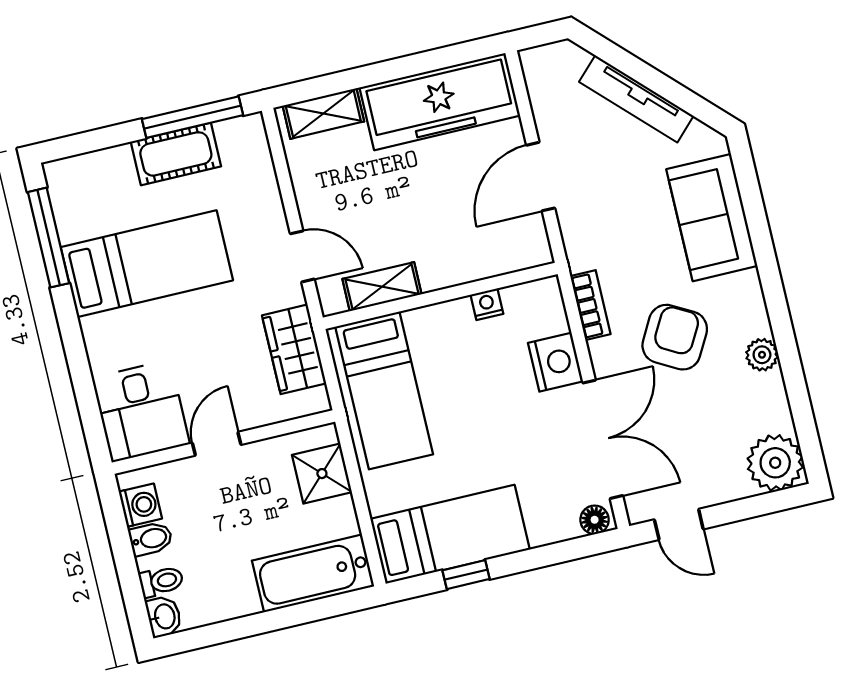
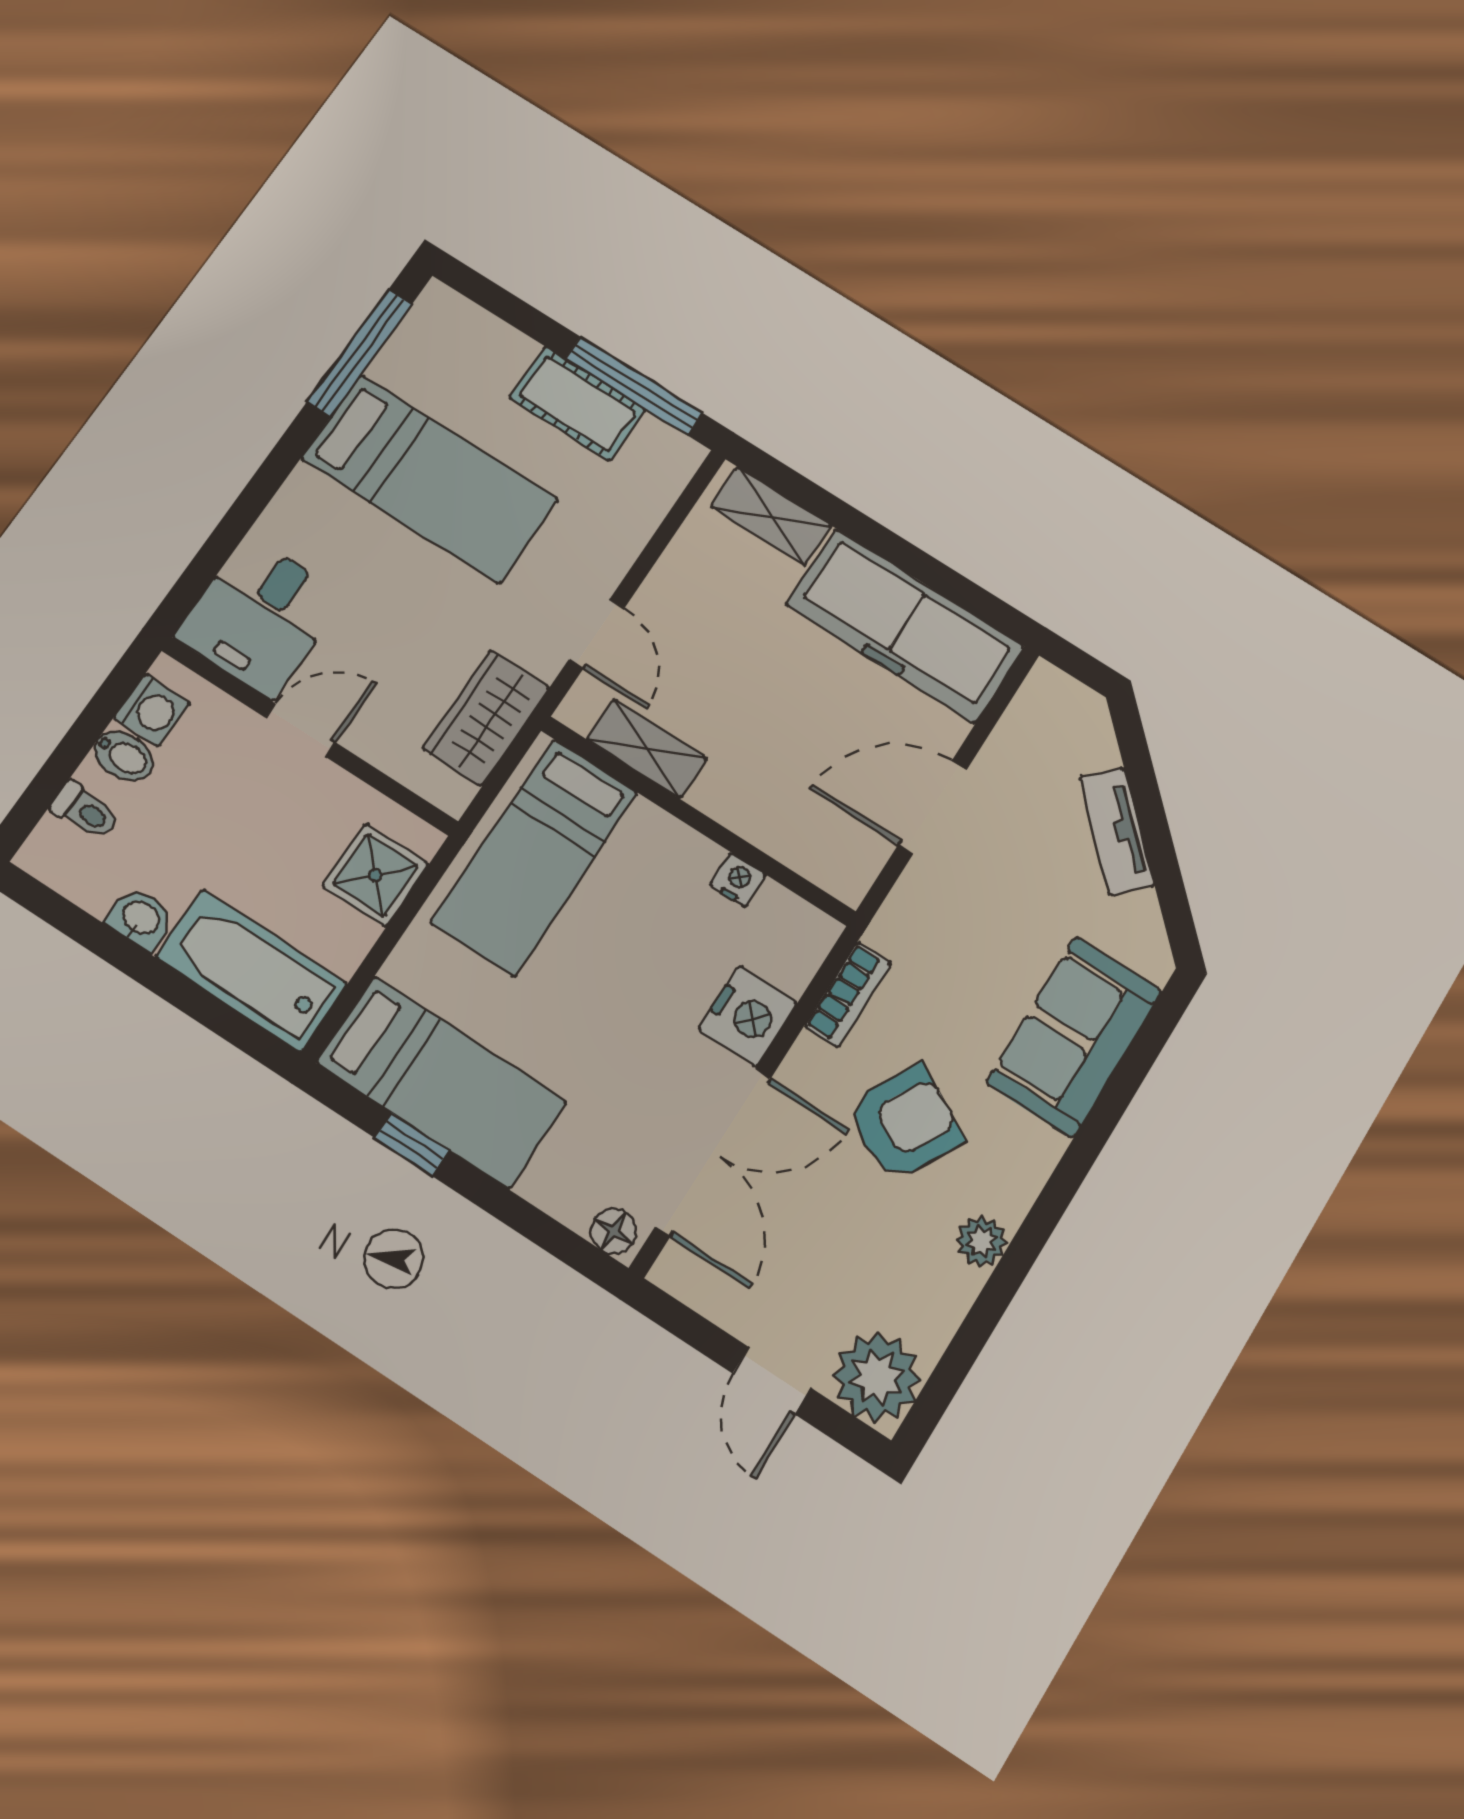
tv unit: (636, 99) -> (1117, 831), width x0.71
door: (679, 524) -> (772, 1381), moved
washbasin: (164, 617) -> (140, 919), moved, turned -90

